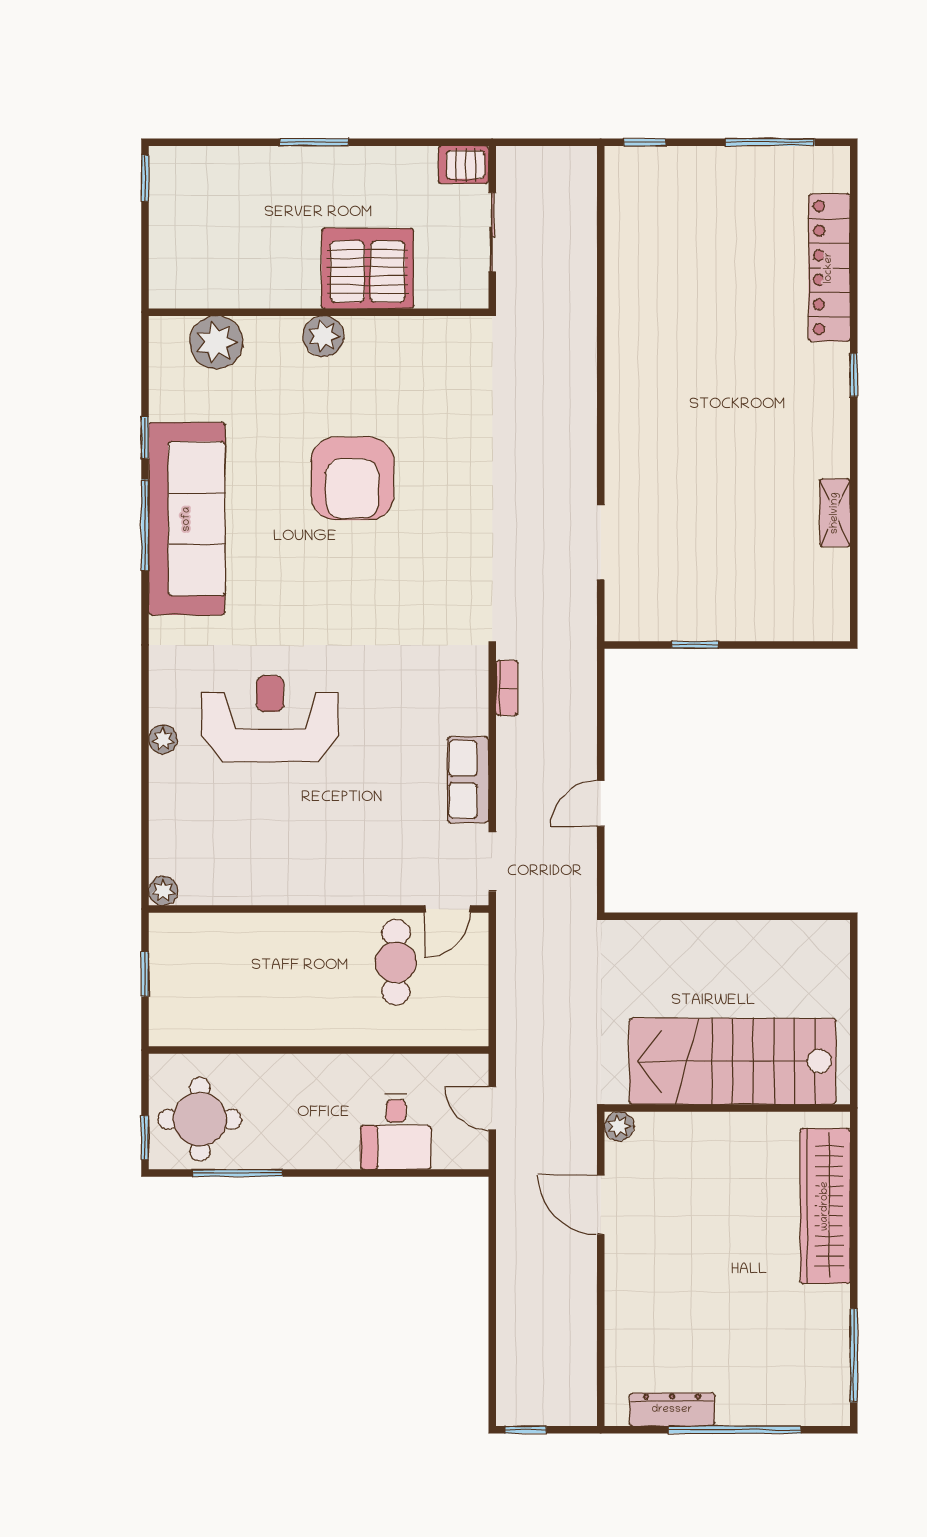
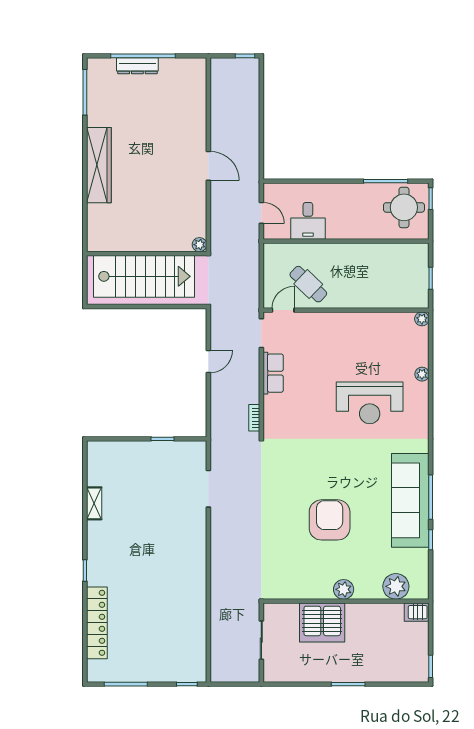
server rack: (463, 165) -> (417, 612), moved, turned 180
plant: (163, 739) -> (422, 374), moved
cafe table: (396, 962) -> (308, 284), turned -46
stairs: (733, 1061) -> (144, 276), moved
wall: (727, 1108) -> (147, 254), moved
plant: (619, 1126) -> (199, 245), moved
desk: (396, 1131) -> (308, 221), moved, turned 180
dresser: (672, 1410) -> (137, 66), moved

